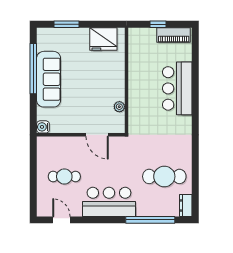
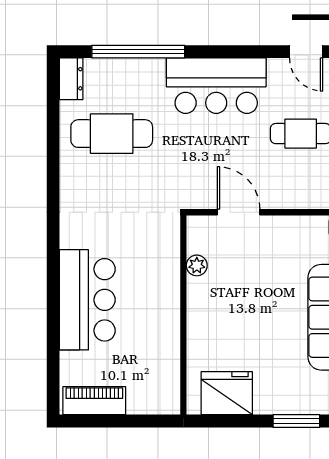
window: (158, 24) -> (124, 421), removed

